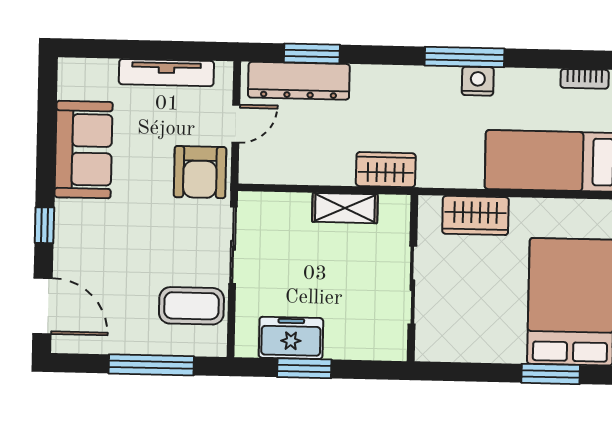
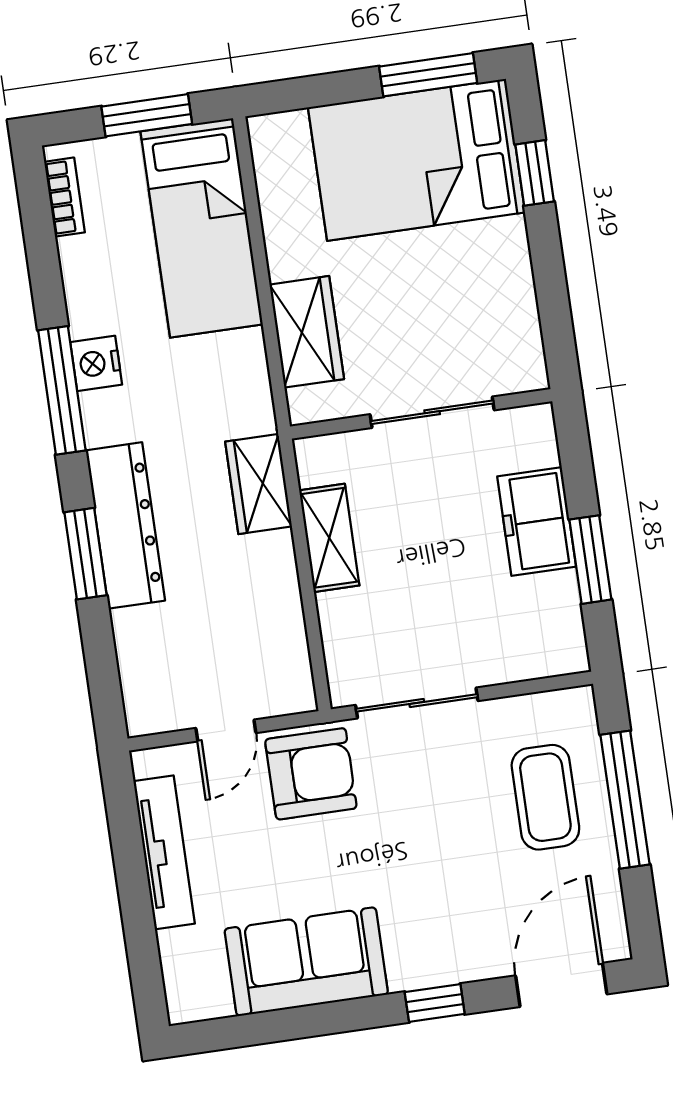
window: (312, 54) -> (85, 554), moved
dresser: (299, 81) -> (125, 525), moved
door: (236, 124) -> (226, 730), swing flipped
coffee table: (191, 306) -> (545, 797), moved
freezer: (291, 338) -> (537, 521), moved
window: (551, 374) -> (535, 173), width x0.67

